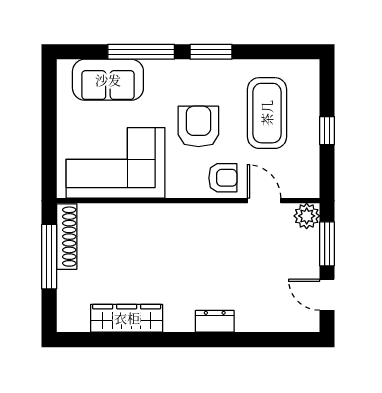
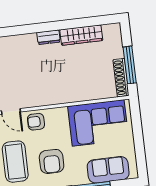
armchair: (198, 126) -> (52, 161), moved
dresser: (215, 321) -> (48, 37), moved

